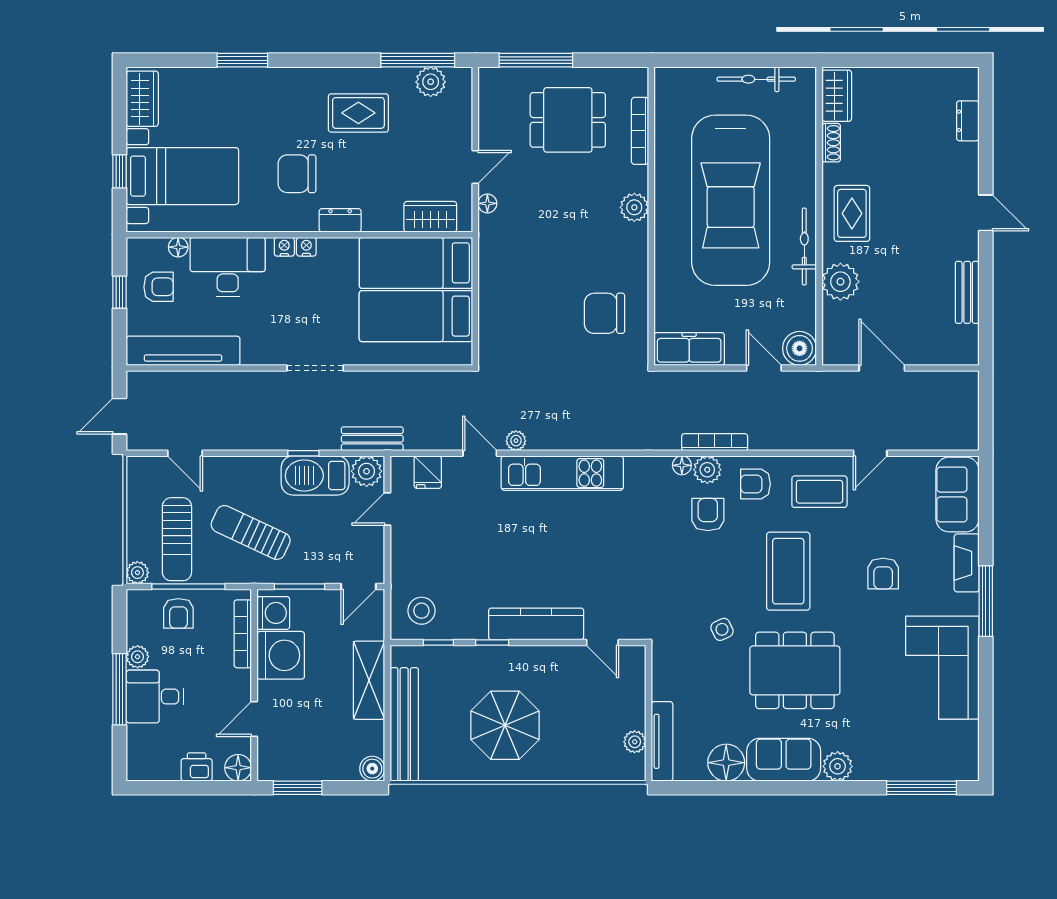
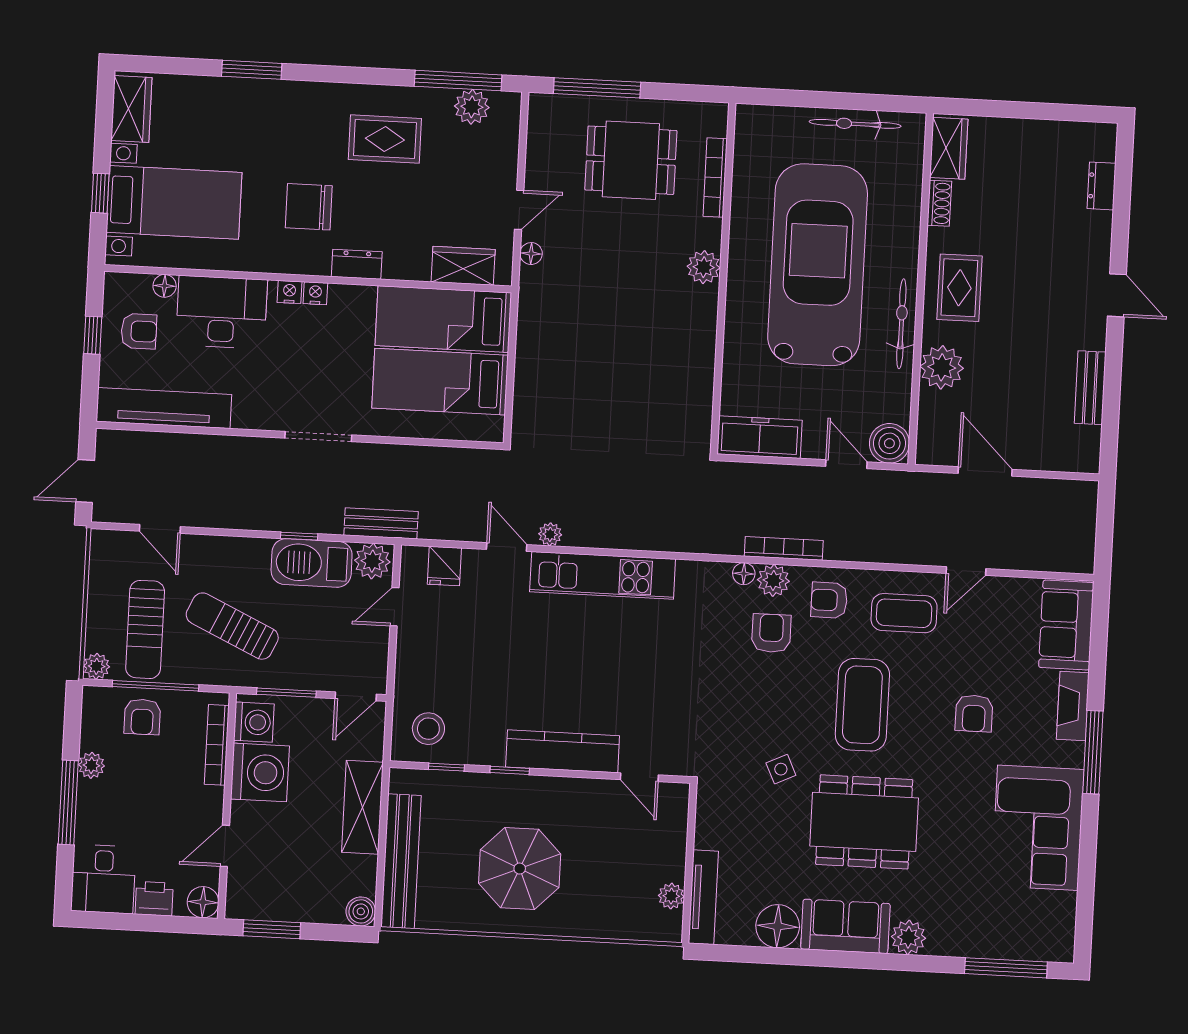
car: (731, 200) -> (818, 265), turned 180
chair: (604, 313) -> (662, 390), removed
desk: (155, 697) -> (103, 879), moved, turned -90

